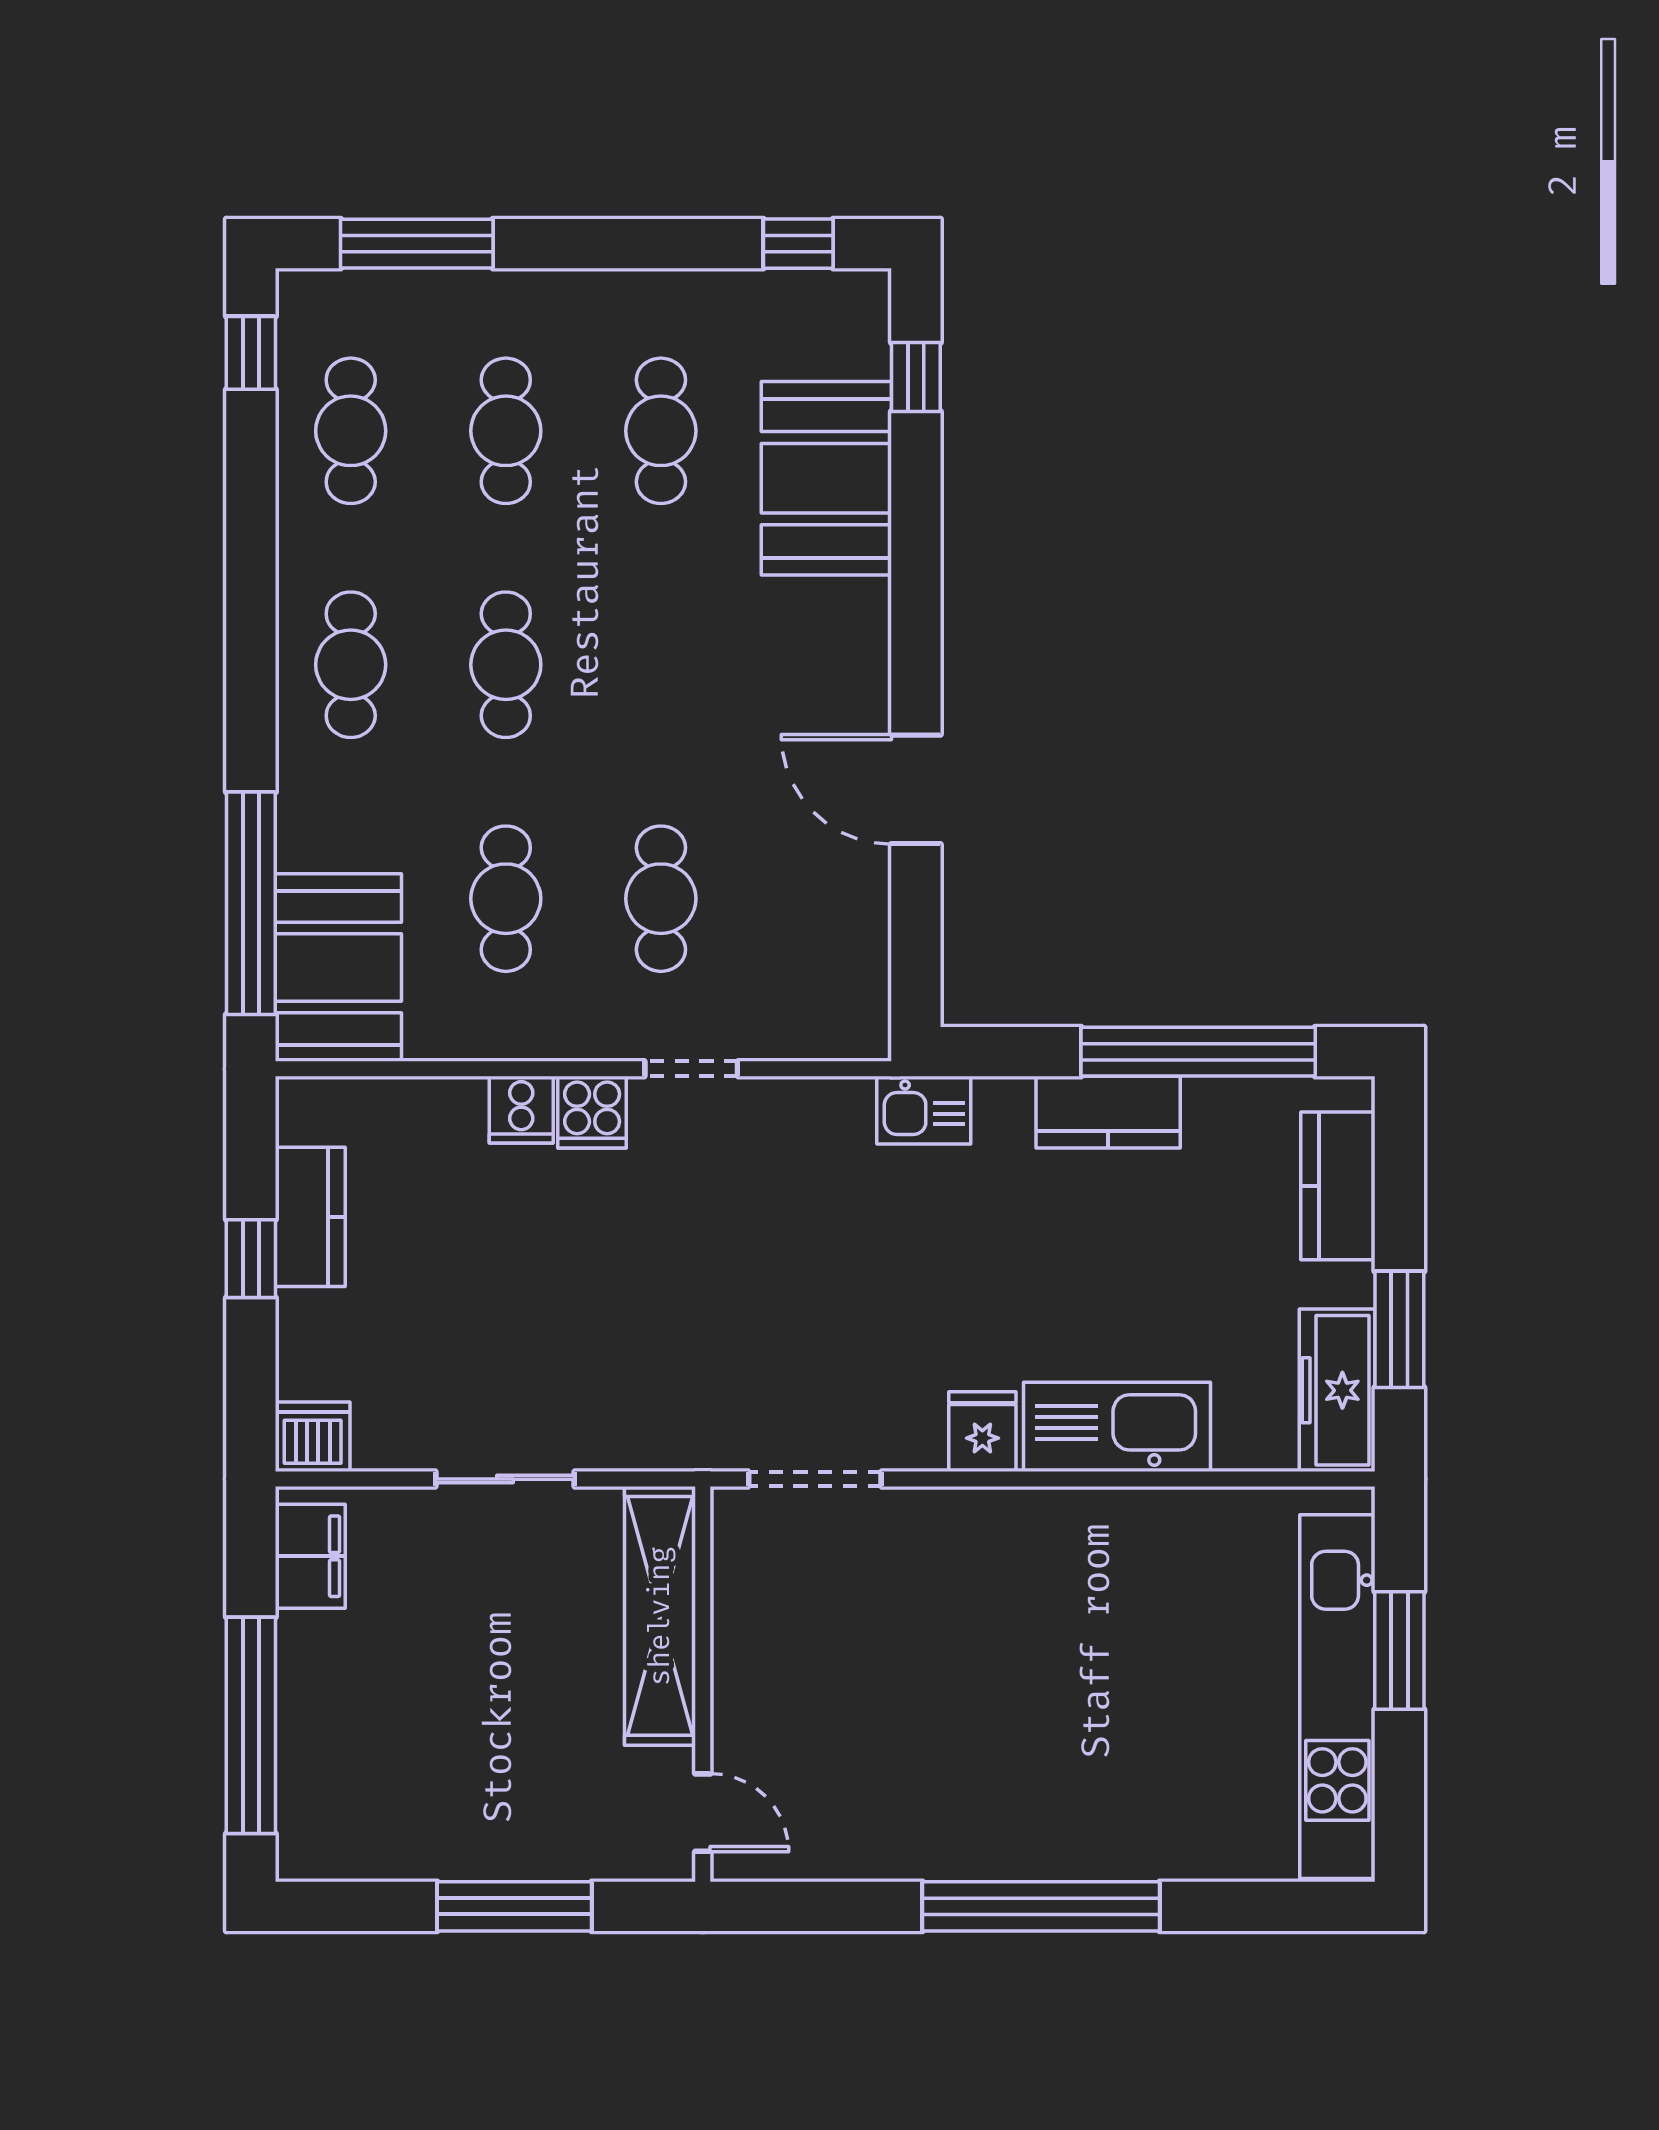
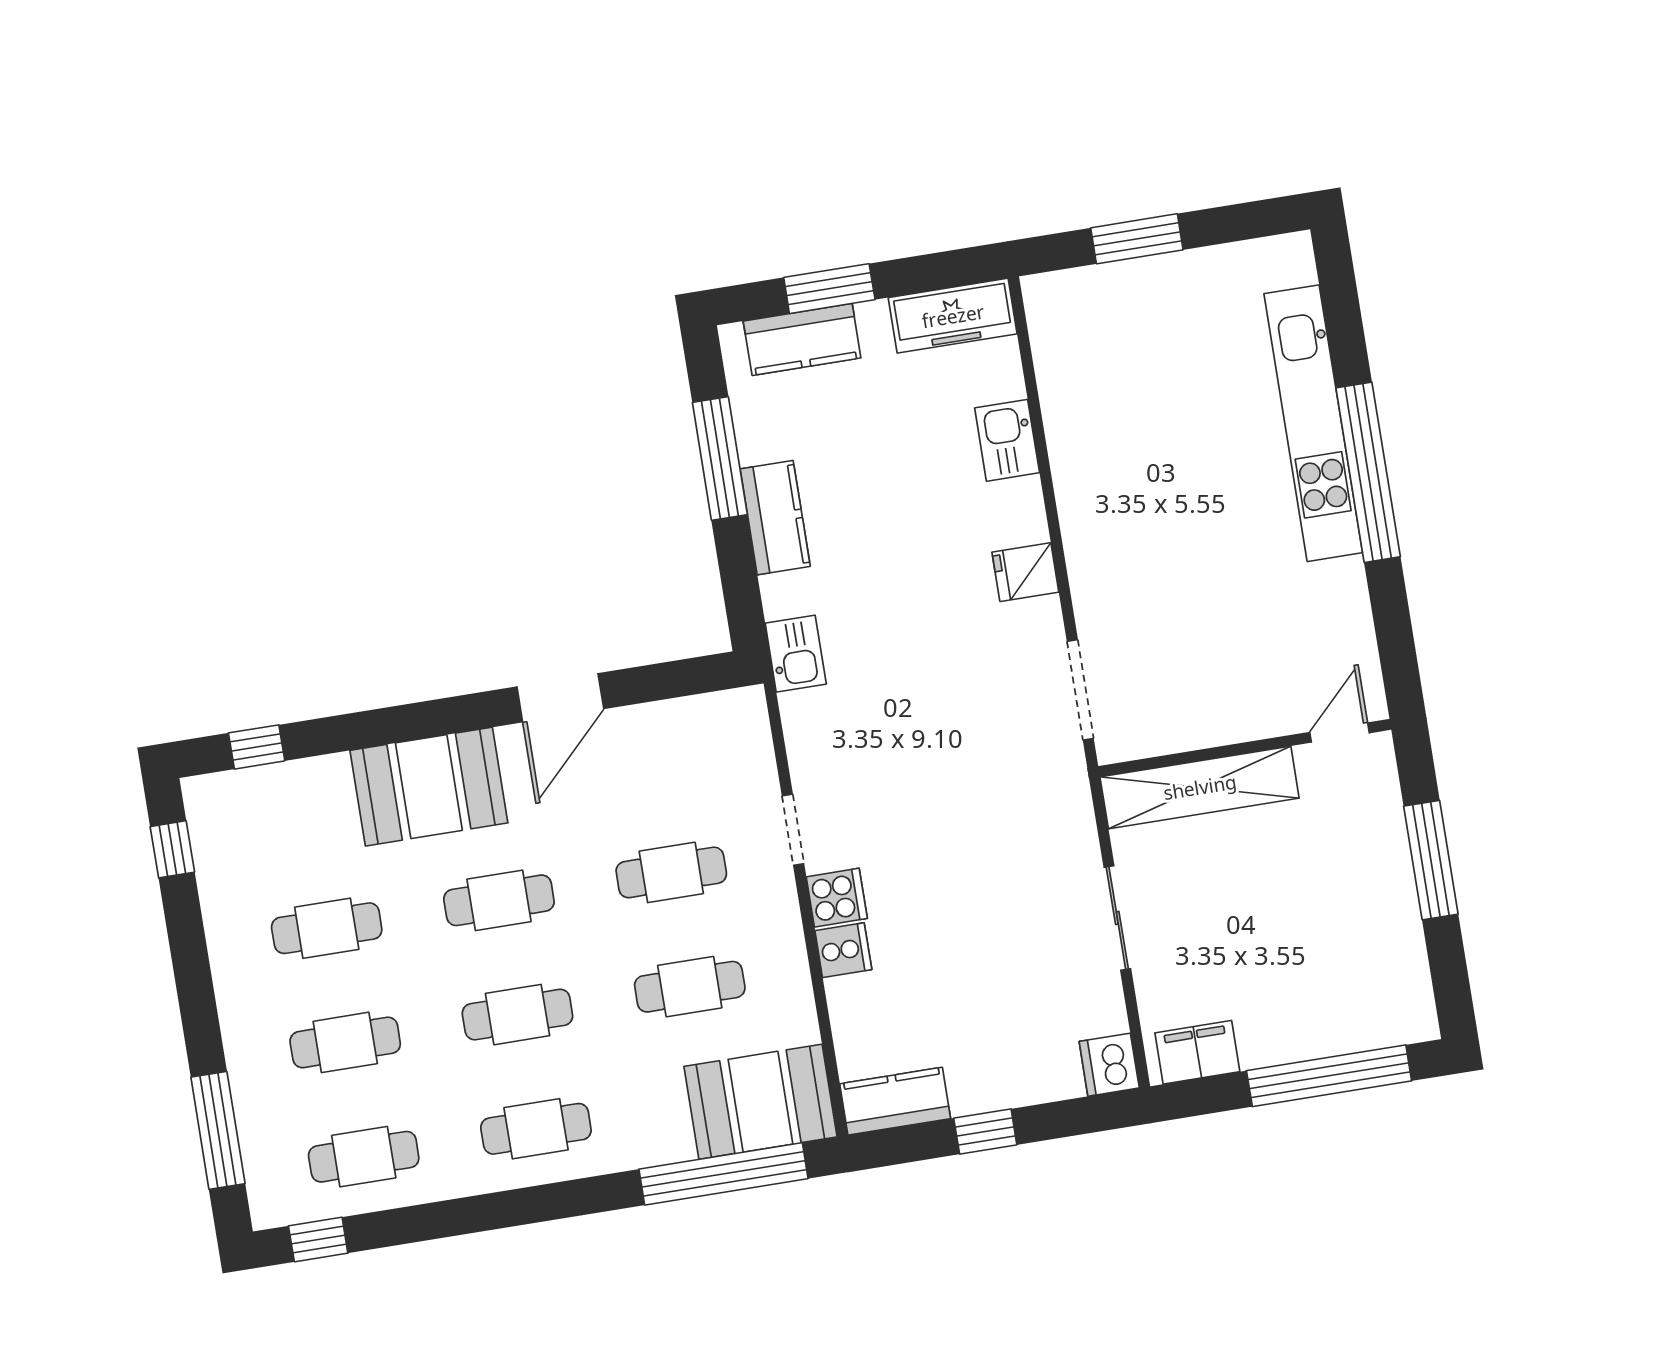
booth: (826, 478) -> (429, 787), moved
cafe table: (661, 665) -> (499, 900), added
window: (1198, 1052) -> (720, 458), width x0.68
kitchen counter: (310, 1217) -> (895, 1101), moved
window: (1399, 1329) -> (829, 289), moved
kitchen sink: (1117, 1427) -> (1007, 440), width x0.53, depth x0.81
kitchen unit: (1337, 1697) -> (1313, 423), moved, turned 90

